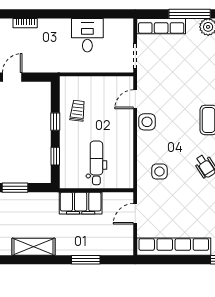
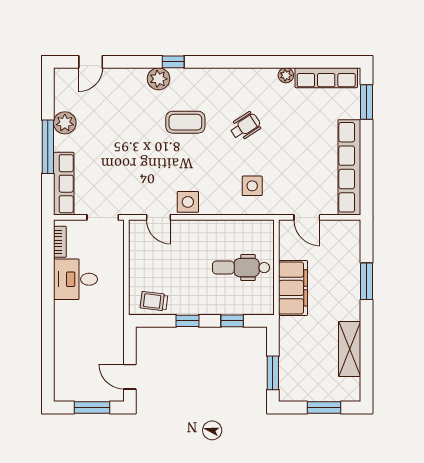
bookcase: (25, 23) -> (60, 242), moved
trolley: (78, 111) -> (154, 301), moved

